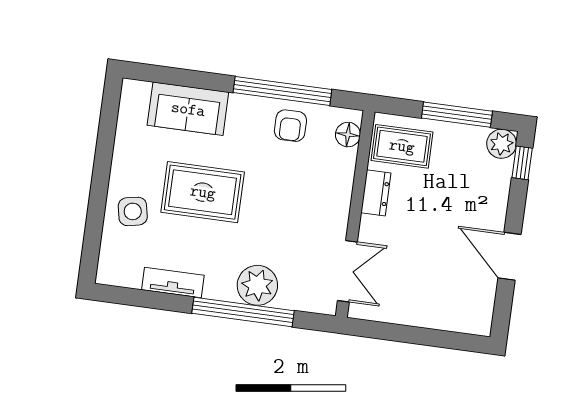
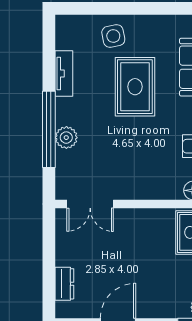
dresser: (376, 193) -> (64, 284), moved, turned -90
plant: (257, 285) -> (66, 138), width x0.73, depth x0.73

